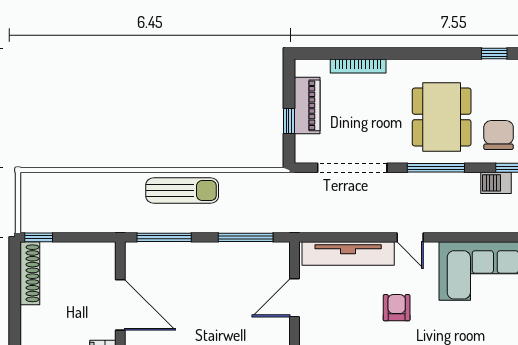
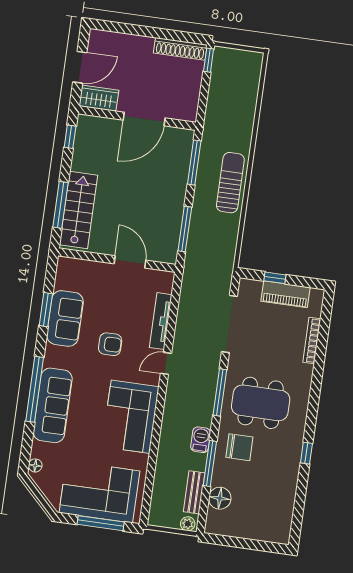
sun lounger: (182, 191) -> (230, 183), turned 180
tv unit: (348, 254) -> (161, 321), width x0.73, depth x0.78

